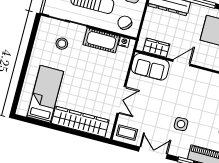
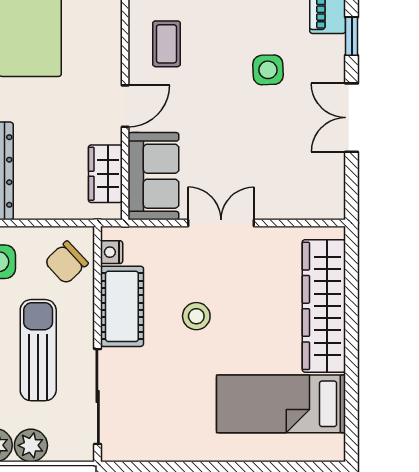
stool: (62, 44) -> (196, 316), moved
door: (181, 63) -> (125, 106), swing flipped
double door: (121, 100) -> (221, 223), moved
coffee table: (127, 133) -> (167, 44), moved

